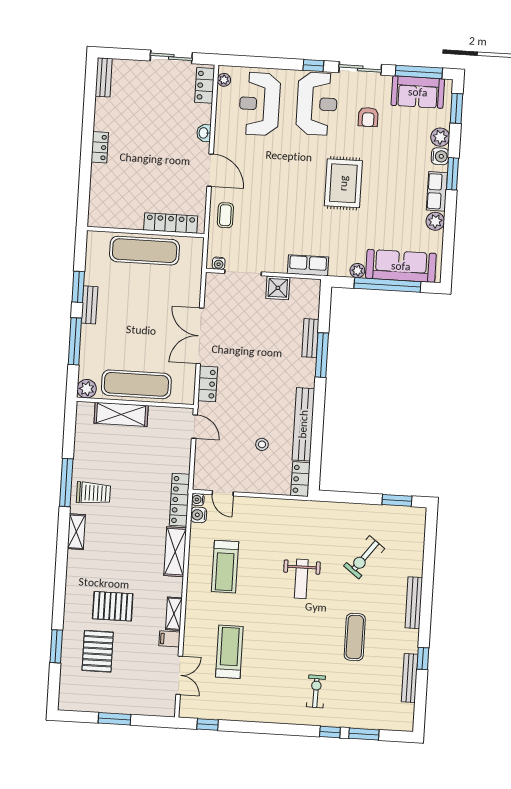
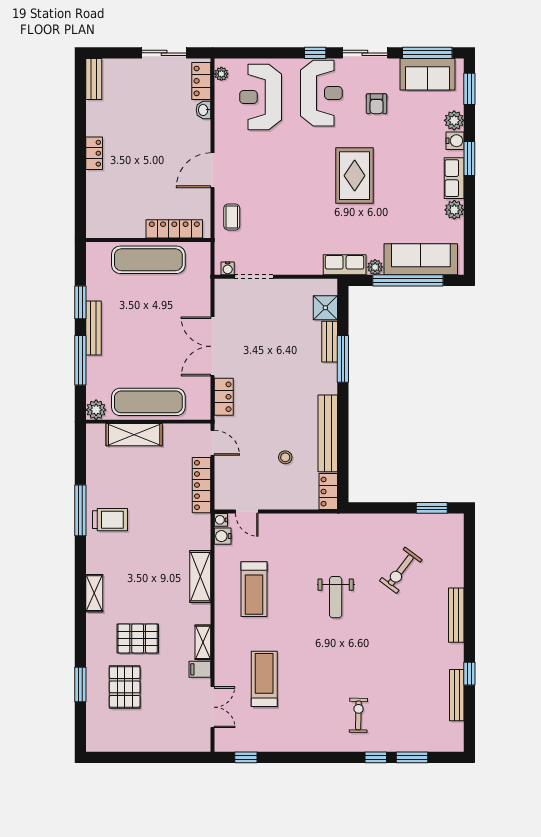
washbasin: (204, 133) -> (204, 110), moved
door: (210, 170) -> (213, 170), swing flipped
row of seats: (308, 265) -> (345, 265), moved
shower: (278, 288) -> (325, 308), moved
bench: (89, 305) -> (94, 328), width x1.36
locker: (180, 500) -> (202, 485), moved
shelving: (76, 532) -> (94, 593), moved
exercise mat: (355, 637) -> (396, 655), removed
window: (115, 719) -> (147, 757), removed

